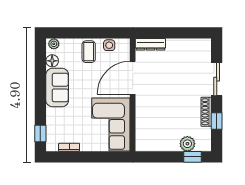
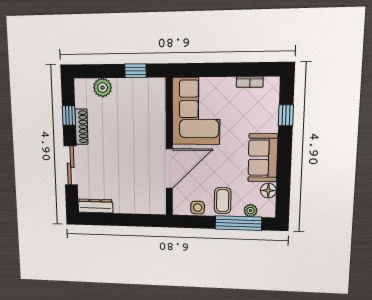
window: (76, 33) -> (238, 223), added
plant: (54, 44) -> (251, 211), moved
dresser: (150, 44) -> (95, 206), moved
window: (40, 134) -> (286, 115), moved
window: (192, 157) -> (135, 71), moved

